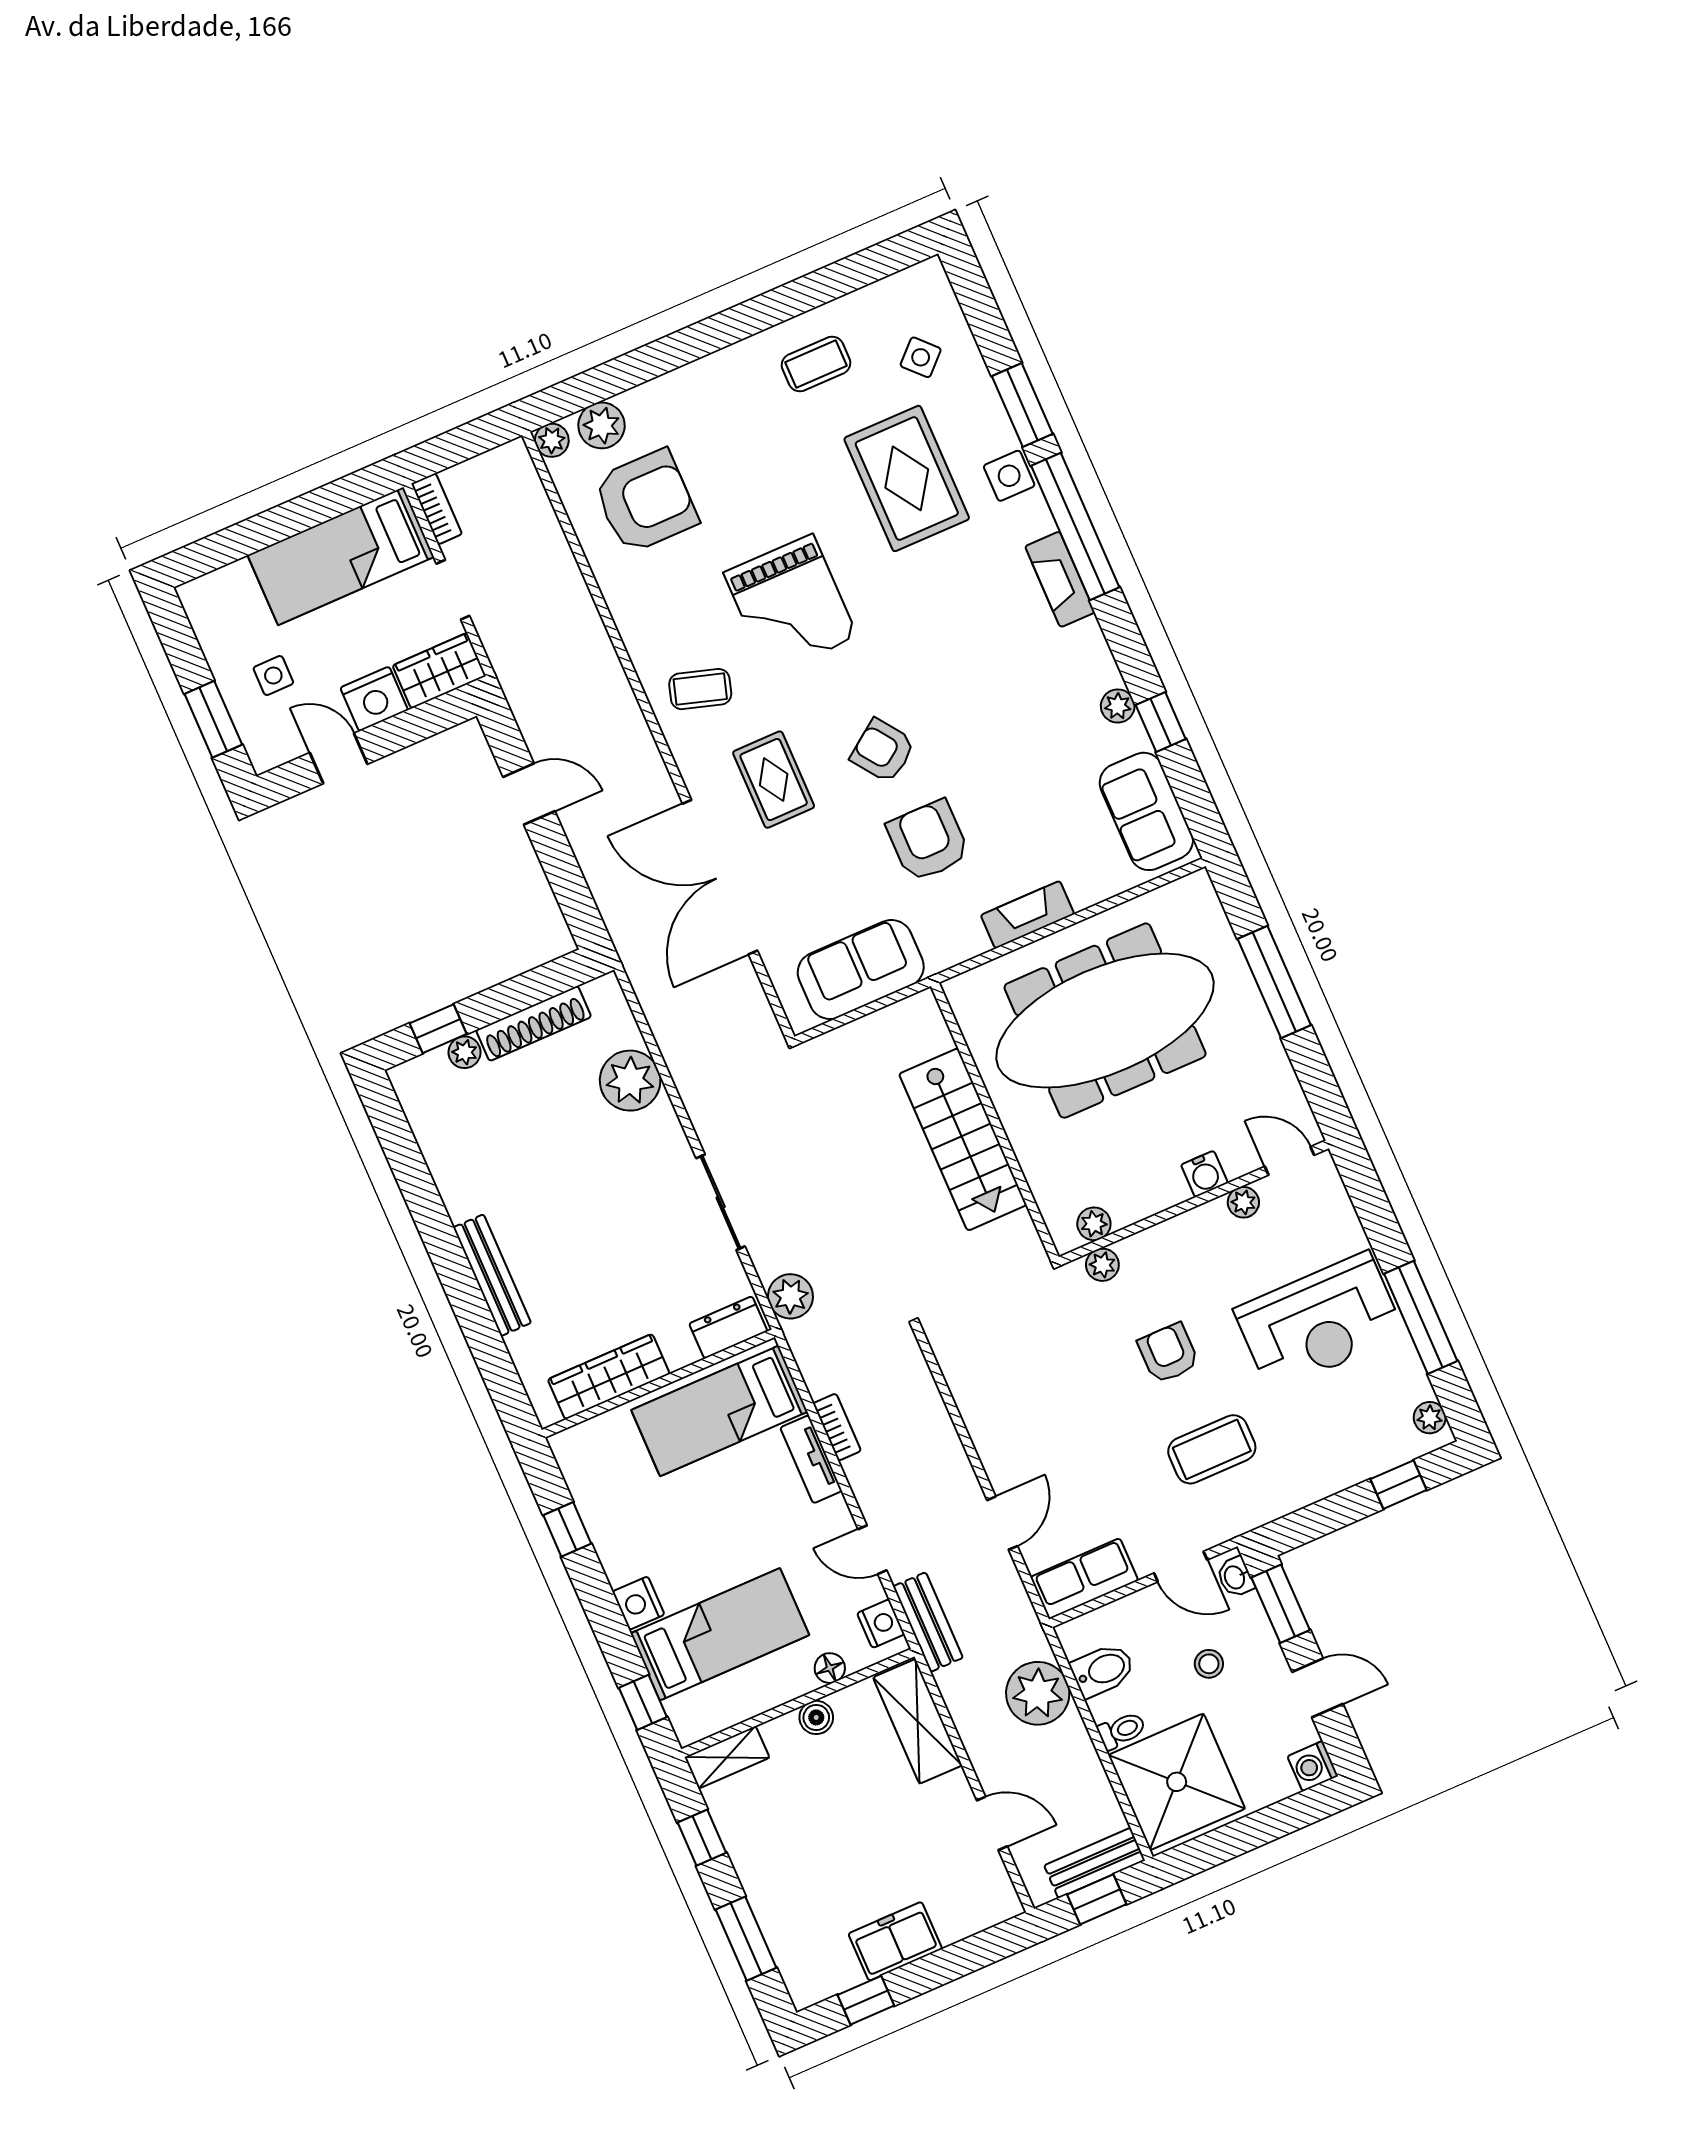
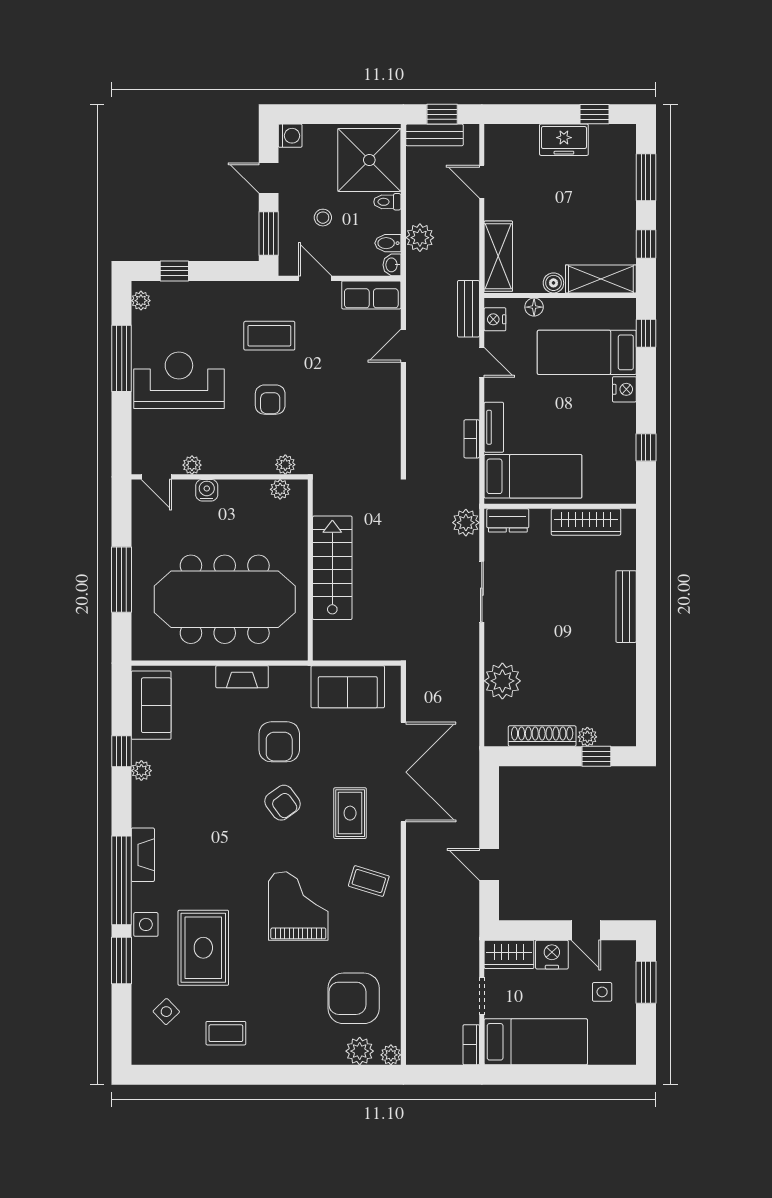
washbasin: (1235, 1577) -> (392, 265), moved, turned 180
bidet: (1103, 1670) -> (388, 243), width x0.72, depth x0.74
plant: (1038, 1693) -> (420, 238), width x0.73, depth x0.73
shelving: (727, 1757) -> (601, 279), width x1.50, depth x1.33

